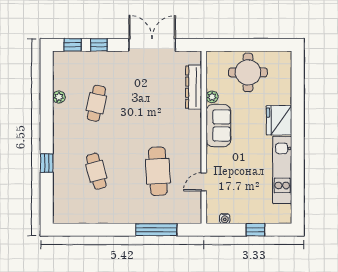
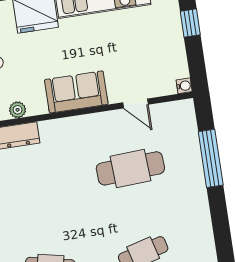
sofa: (218, 125) -> (76, 92), moved
water cooler: (225, 219) -> (184, 86), moved

